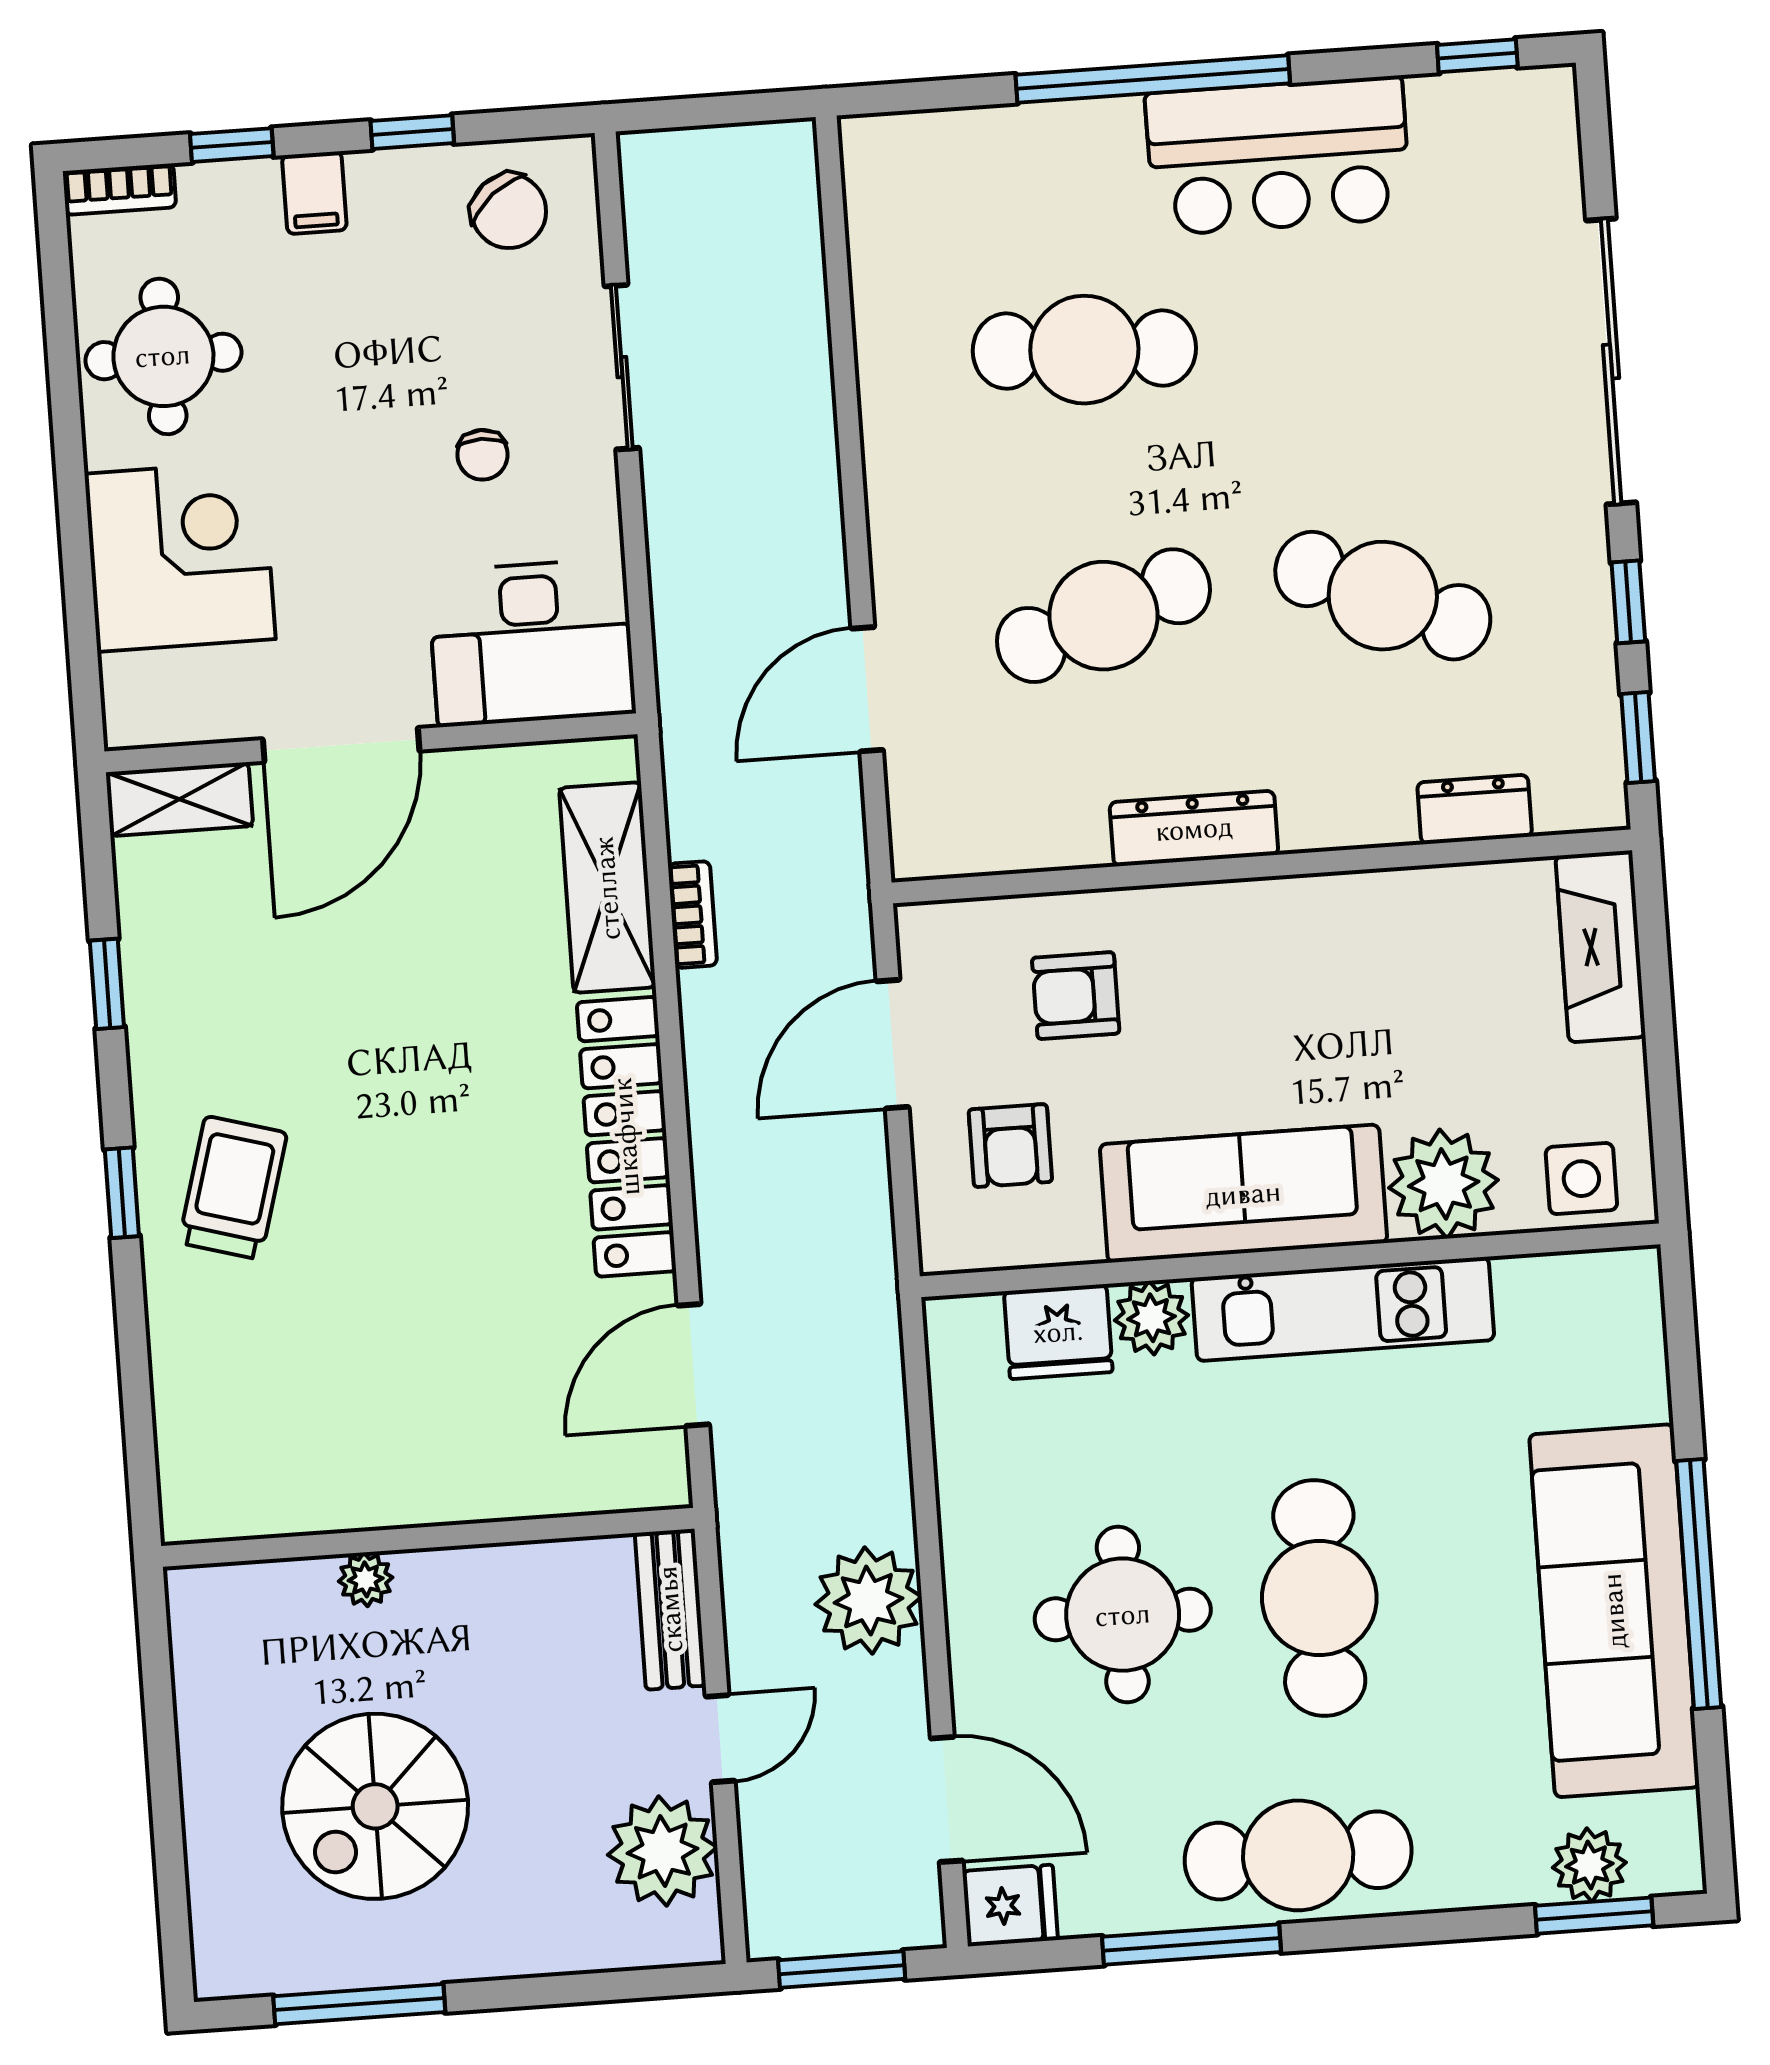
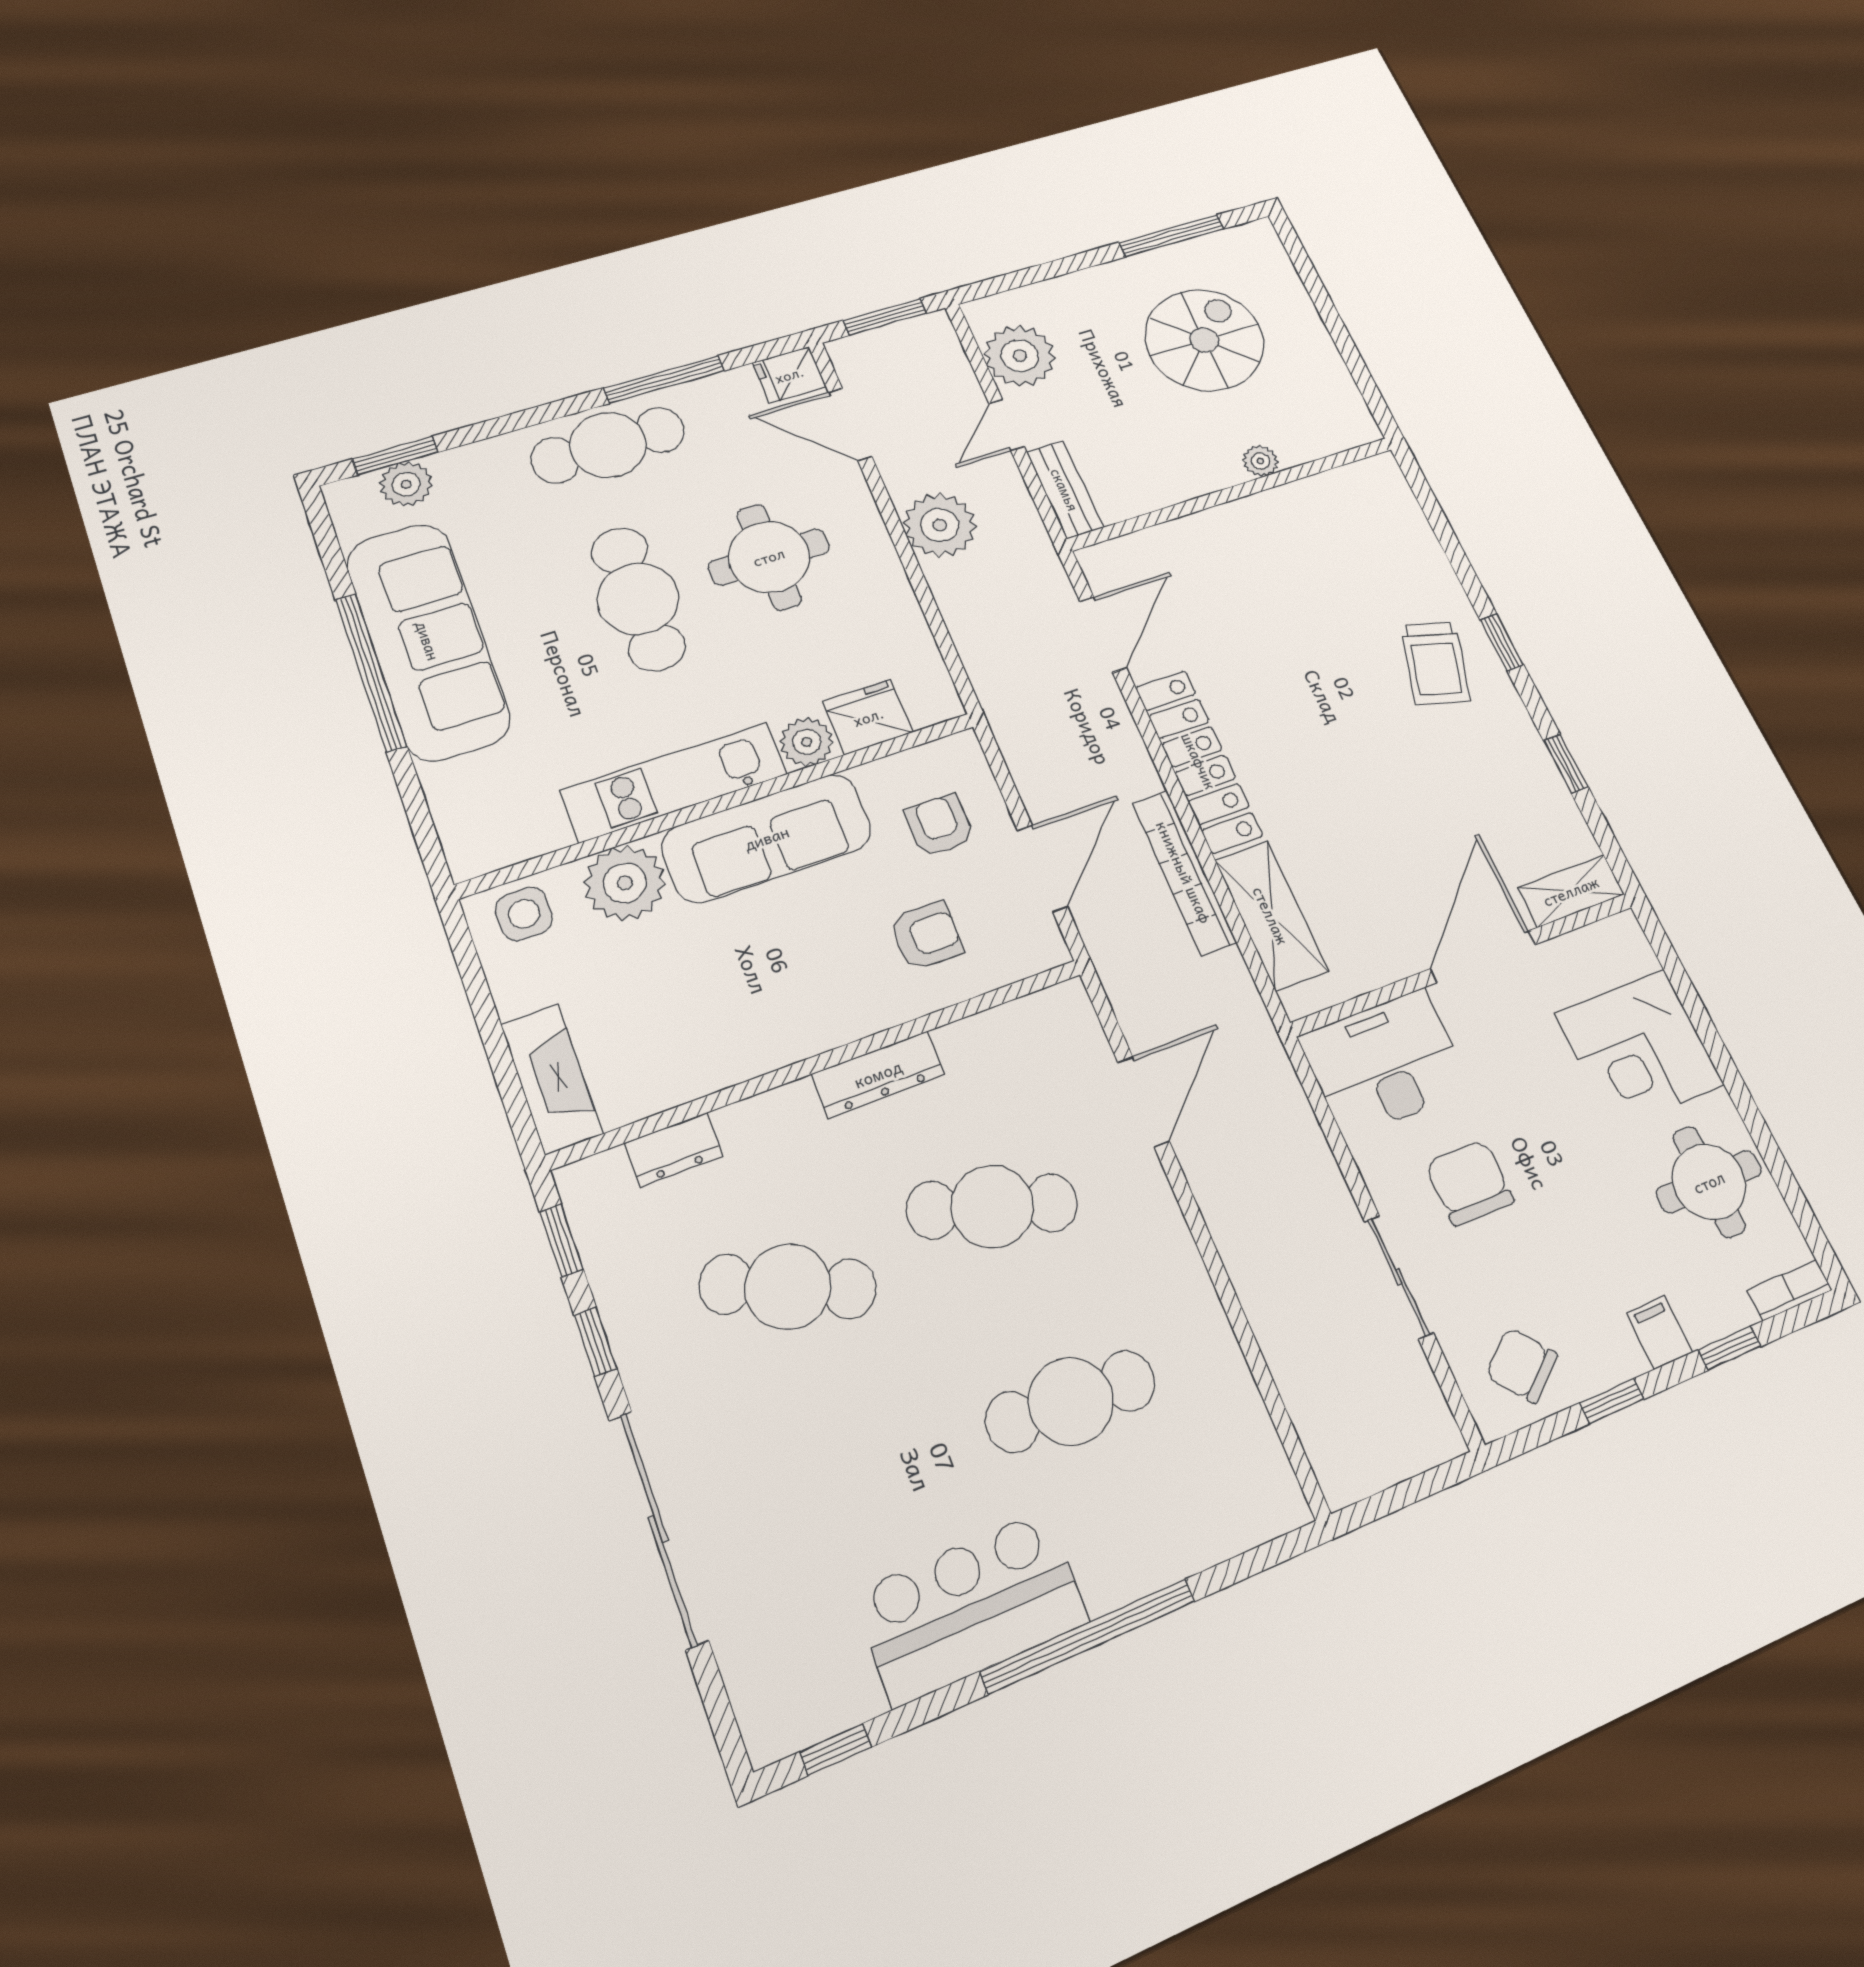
chair: (482, 455) -> (1469, 1183), width x1.87, depth x1.87
cafe table: (1103, 616) -> (992, 1206), turned 36
bookcase: (692, 915) -> (1184, 872), width x2.31, depth x1.31

